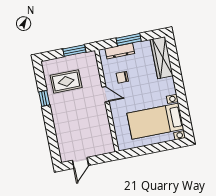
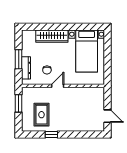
wardrobe: (162, 58) -> (52, 36), moved

